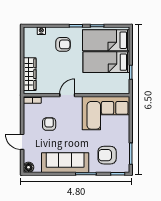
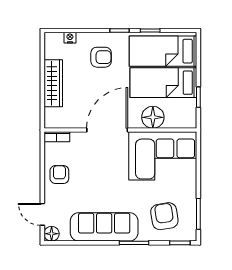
wardrobe: (30, 74) -> (53, 83), moved
floor lamp: (99, 86) -> (153, 117), added
door: (67, 95) -> (107, 130), width x1.87
armchair: (49, 124) -> (59, 174), moved
door: (22, 142) -> (42, 214), moved
armchair: (107, 155) -> (164, 216), turned 81

